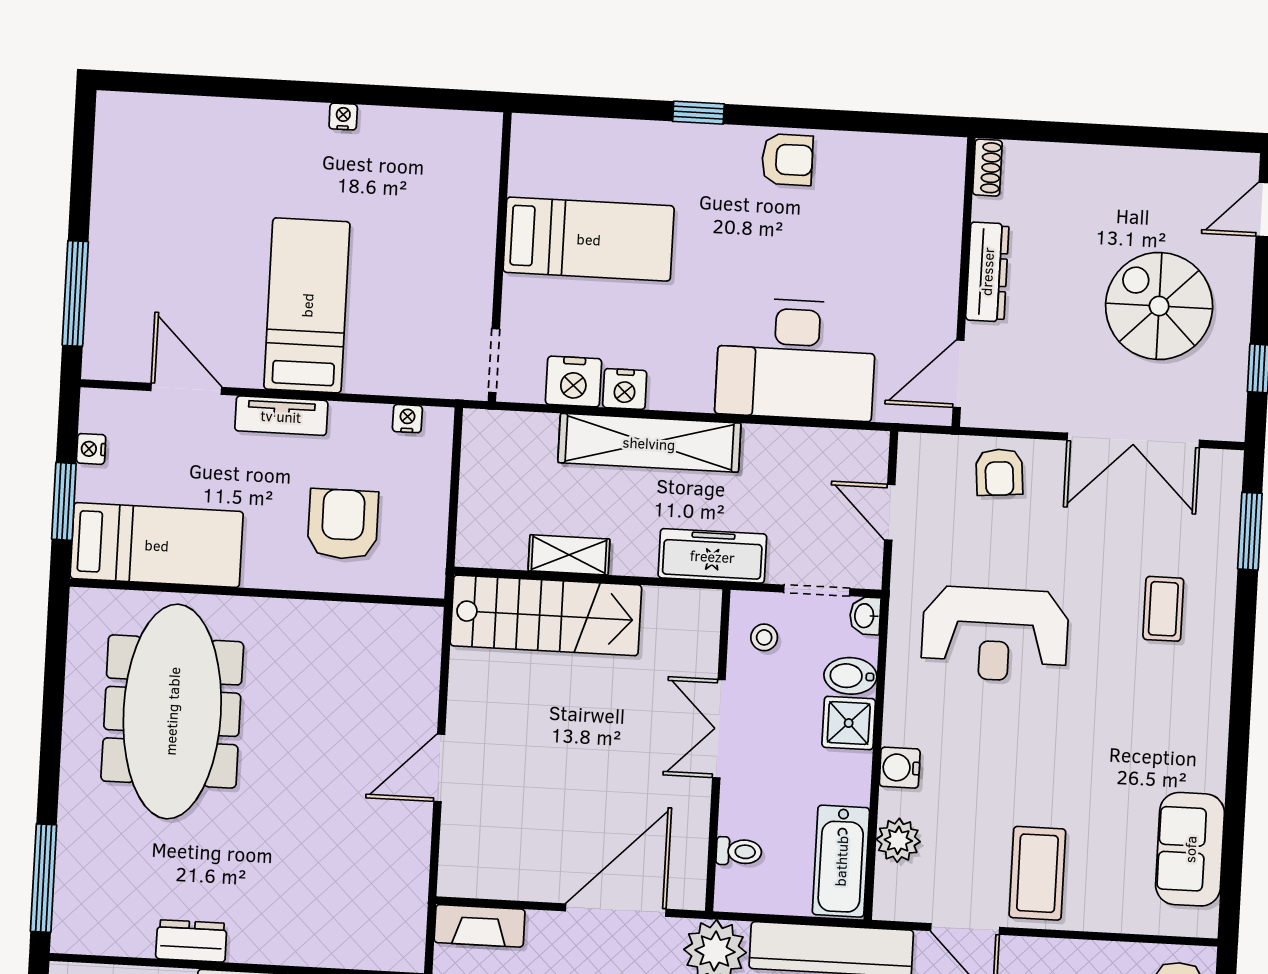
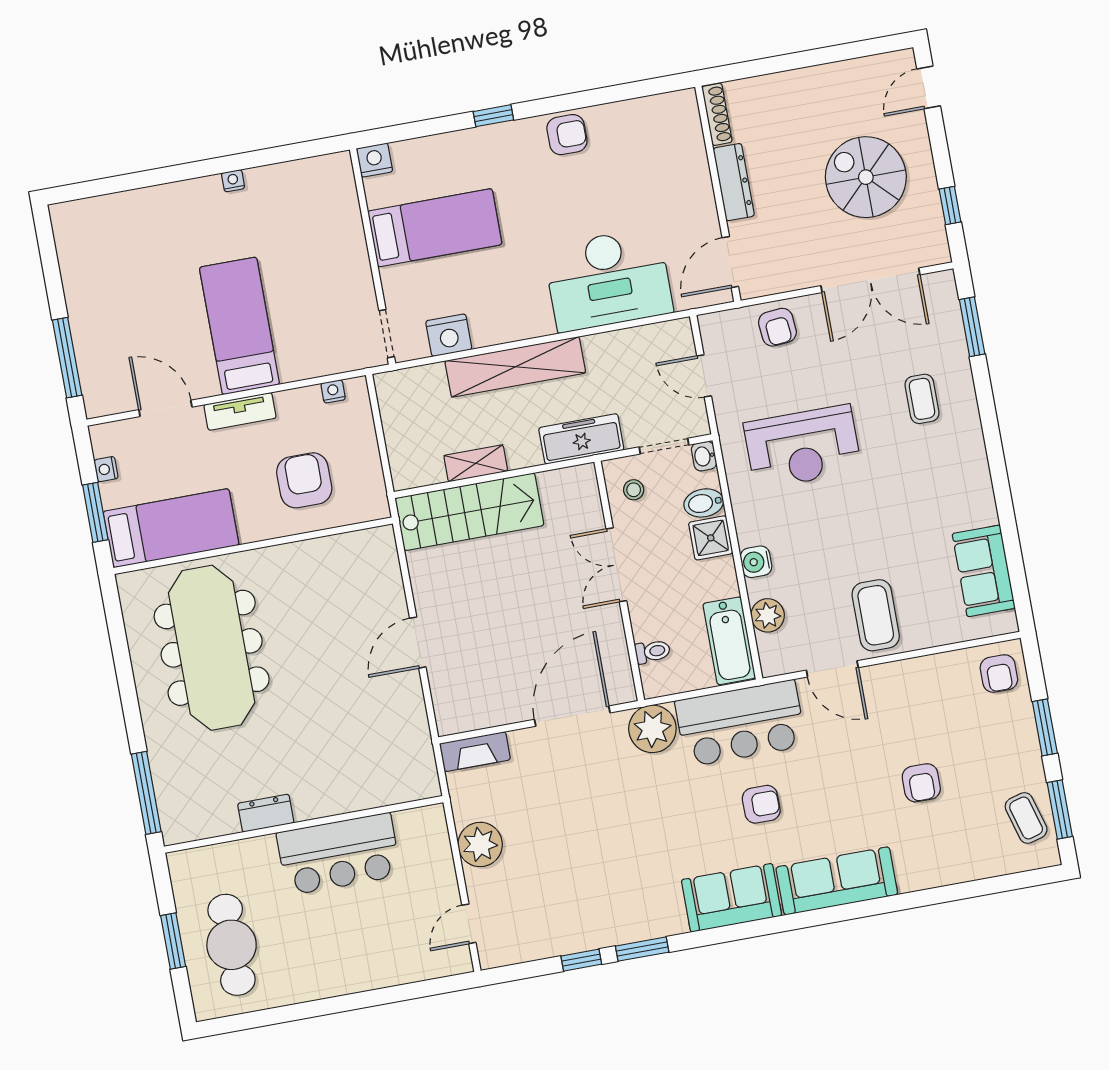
shoe rack: (987, 168) -> (717, 114), width x1.43
nightstand: (625, 389) -> (375, 160), moved, turned 180

